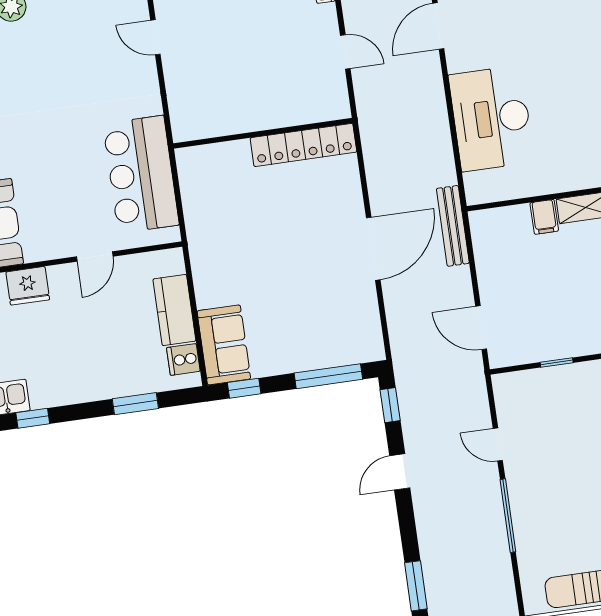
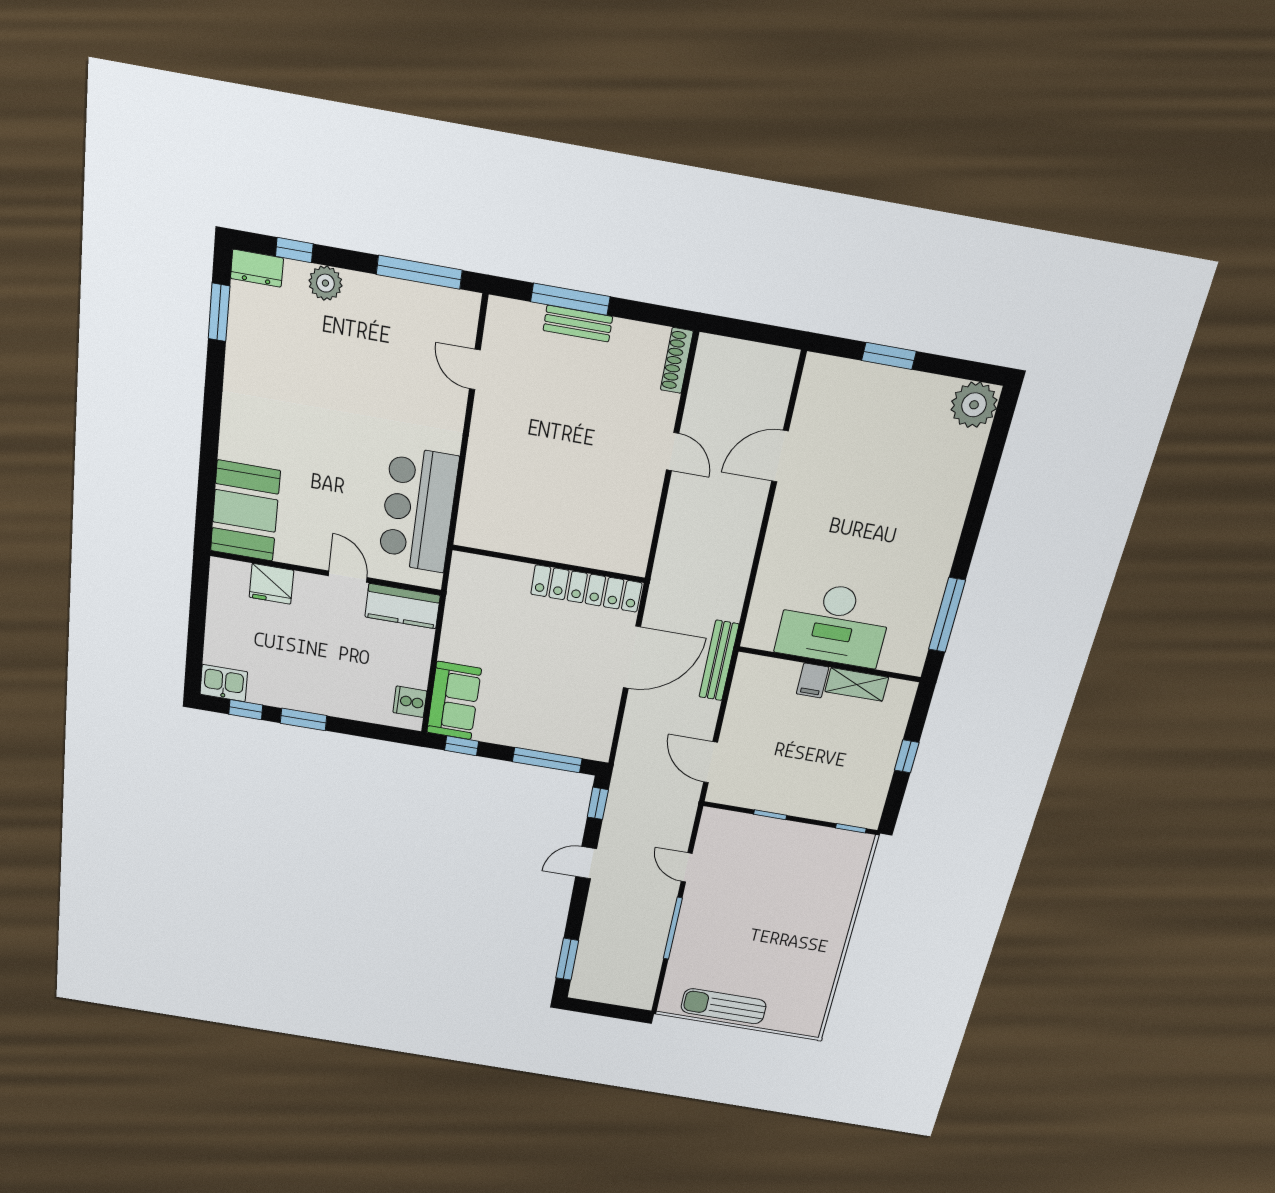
desk: (491, 118) -> (834, 624), moved, turned -90
wall: (263, 133) -> (549, 564), moved
locker: (303, 145) -> (586, 589), moved
door: (95, 256) -> (348, 577), swing flipped
kitchen counter: (174, 310) -> (403, 606), moved, turned -90
window: (135, 404) -> (304, 719), moved

